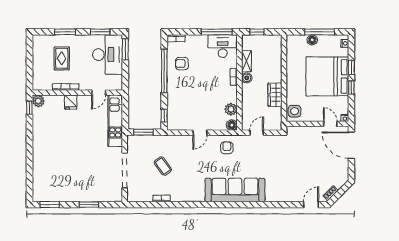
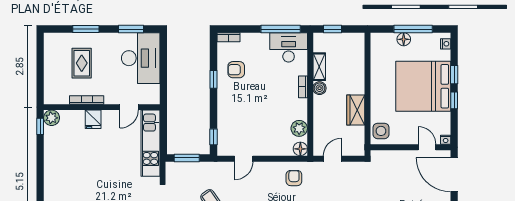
window: (125, 49) -> (163, 51), removed
window: (164, 71) -> (213, 79), width x0.32
door: (200, 133) -> (244, 159), moved

